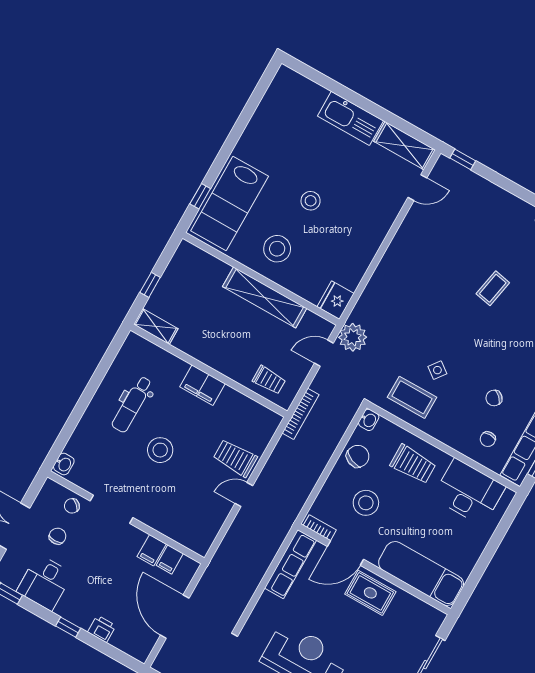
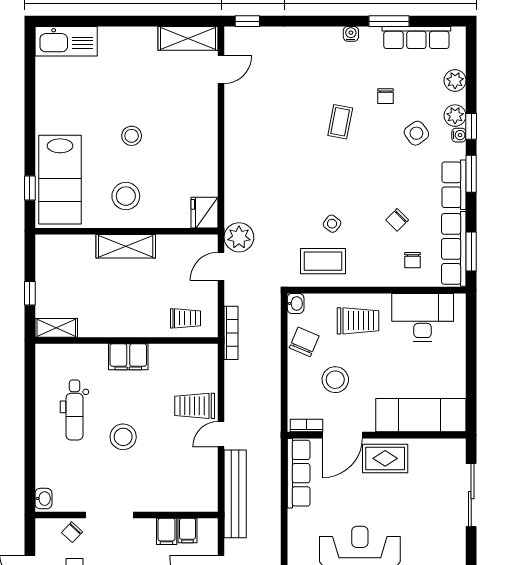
kitchen sink: (350, 118) -> (66, 41), moved
shelving: (265, 297) -> (126, 246), width x0.68
bench: (227, 551) -> (235, 494), added

